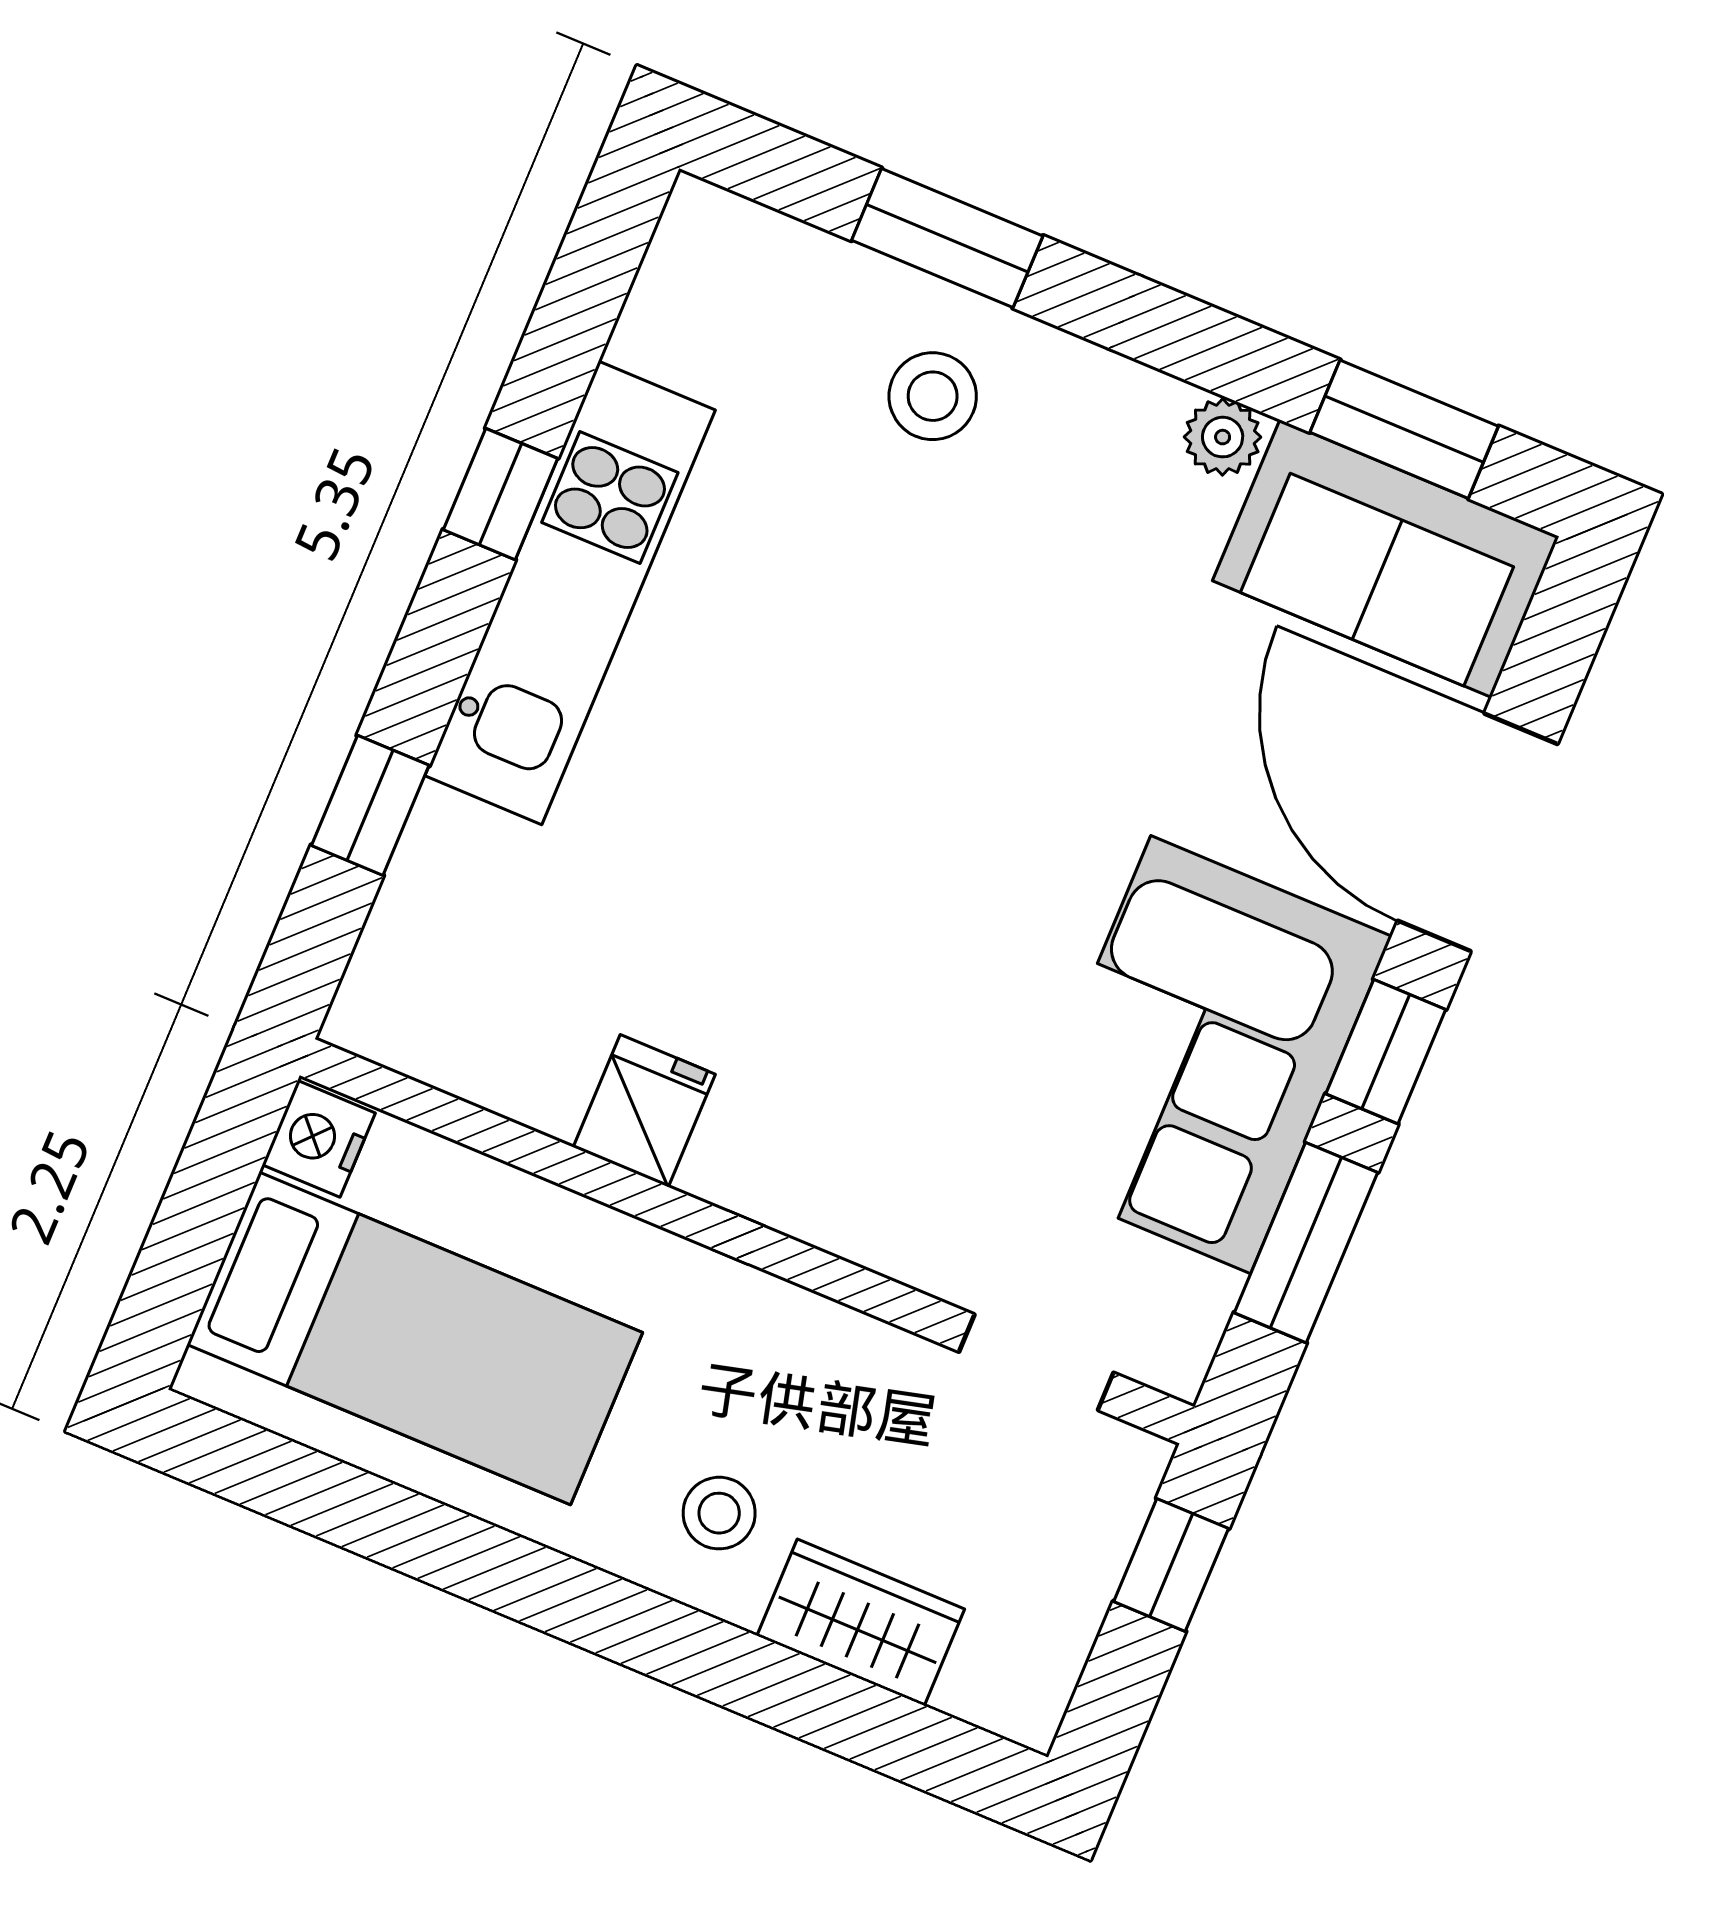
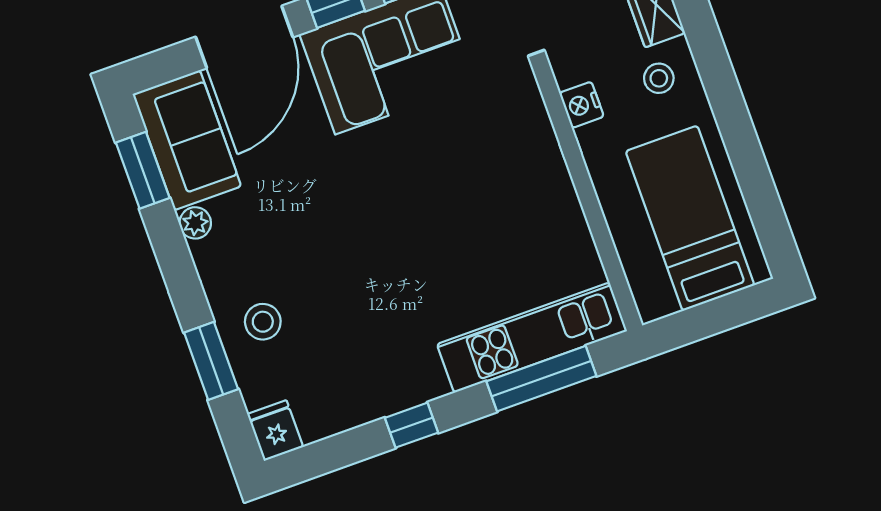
kitchen unit: (570, 593) -> (532, 338), moved
window: (370, 805) -> (541, 379), width x2.17
fridge: (644, 1111) -> (275, 430), moved, turned 90
nightstand: (319, 1139) -> (582, 105), moved, turned 90

